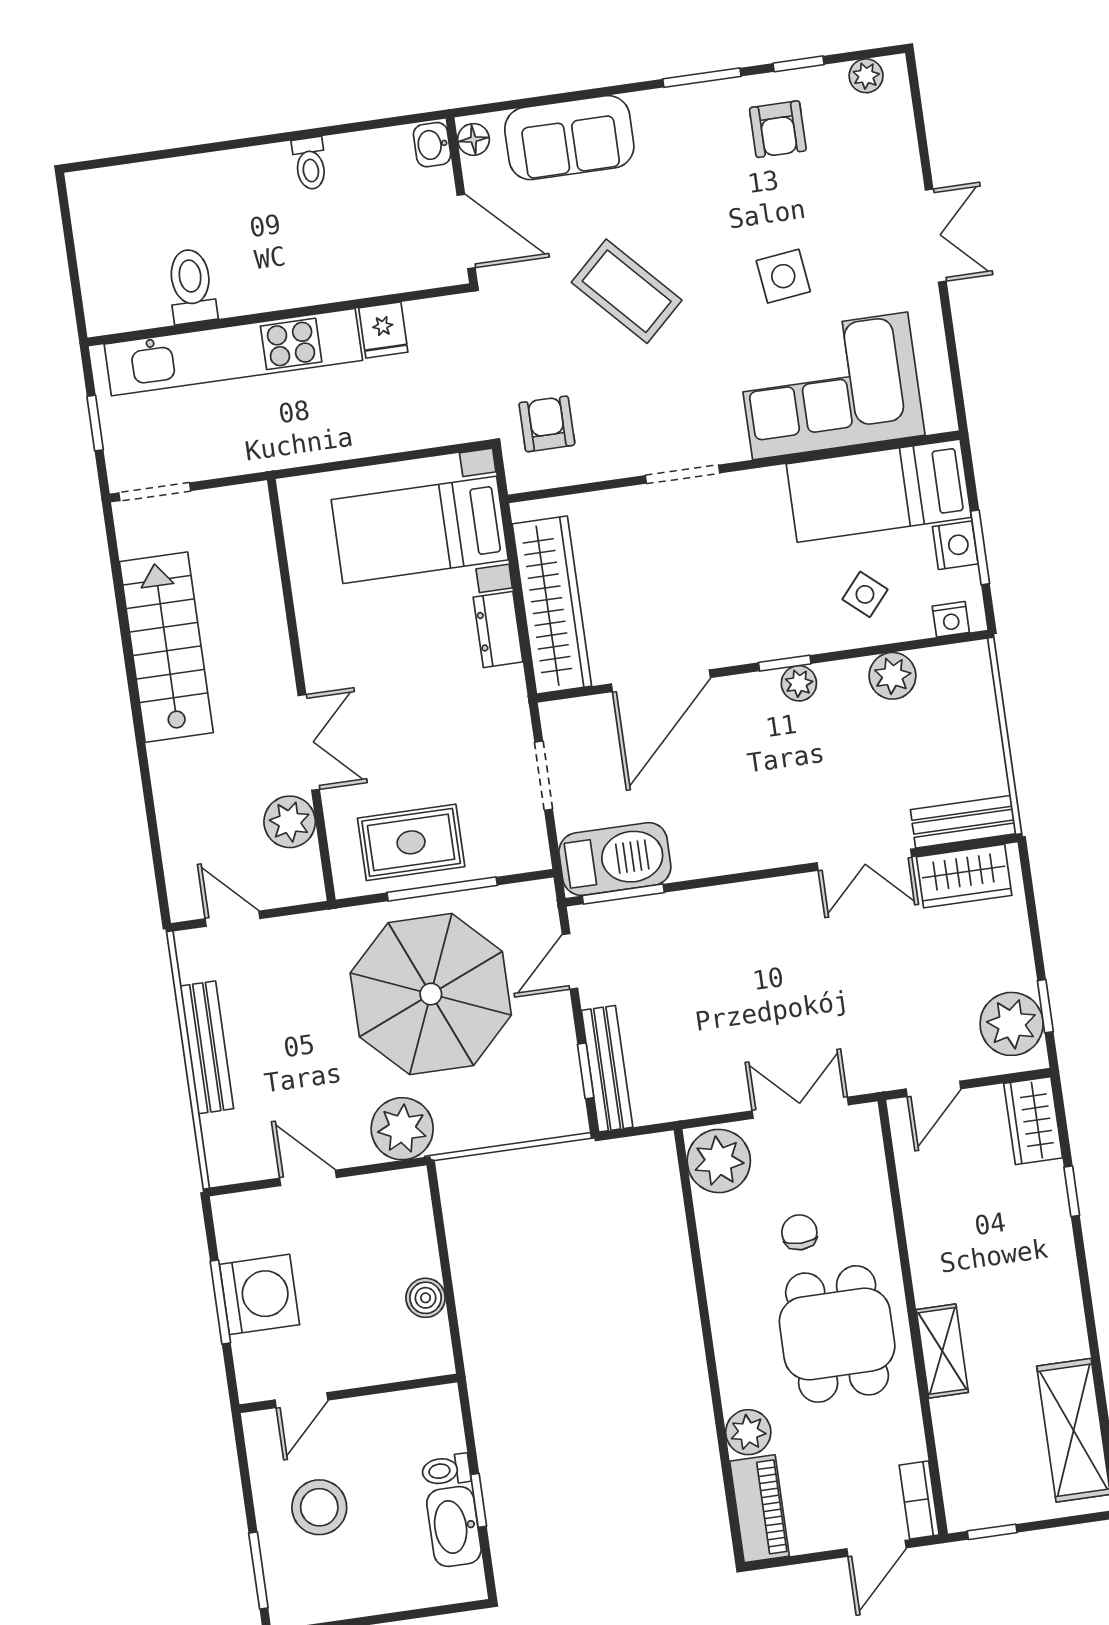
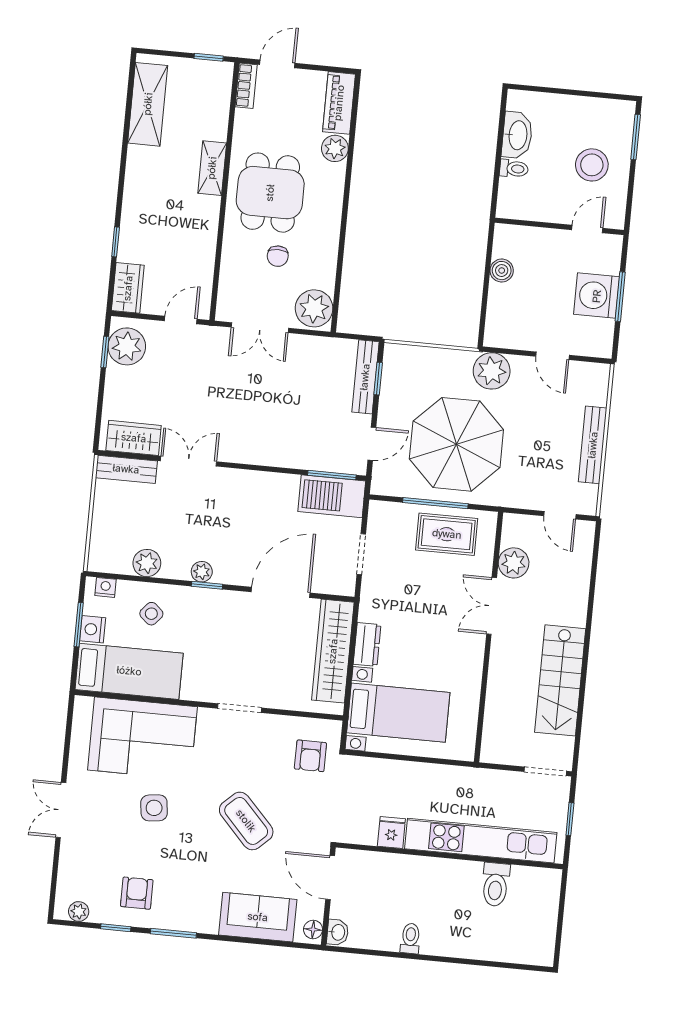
window: (479, 1500) -> (499, 147), removed

